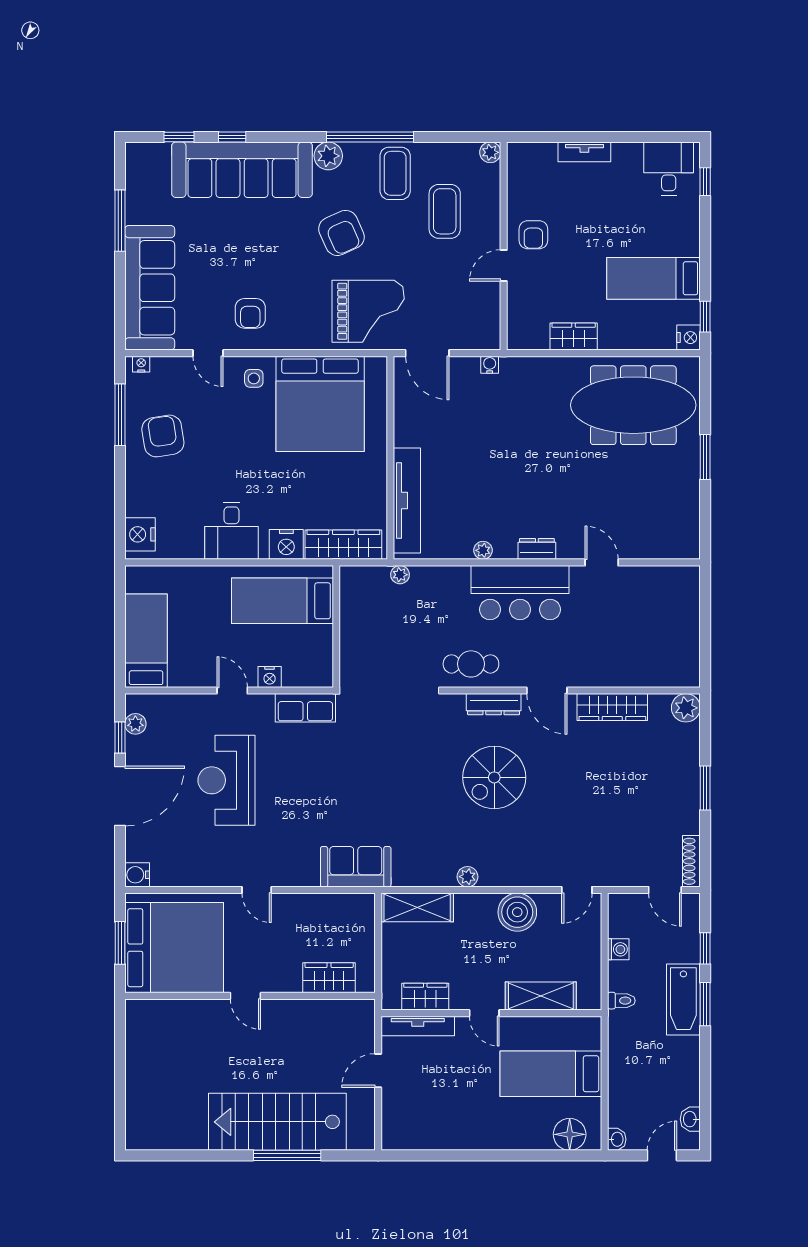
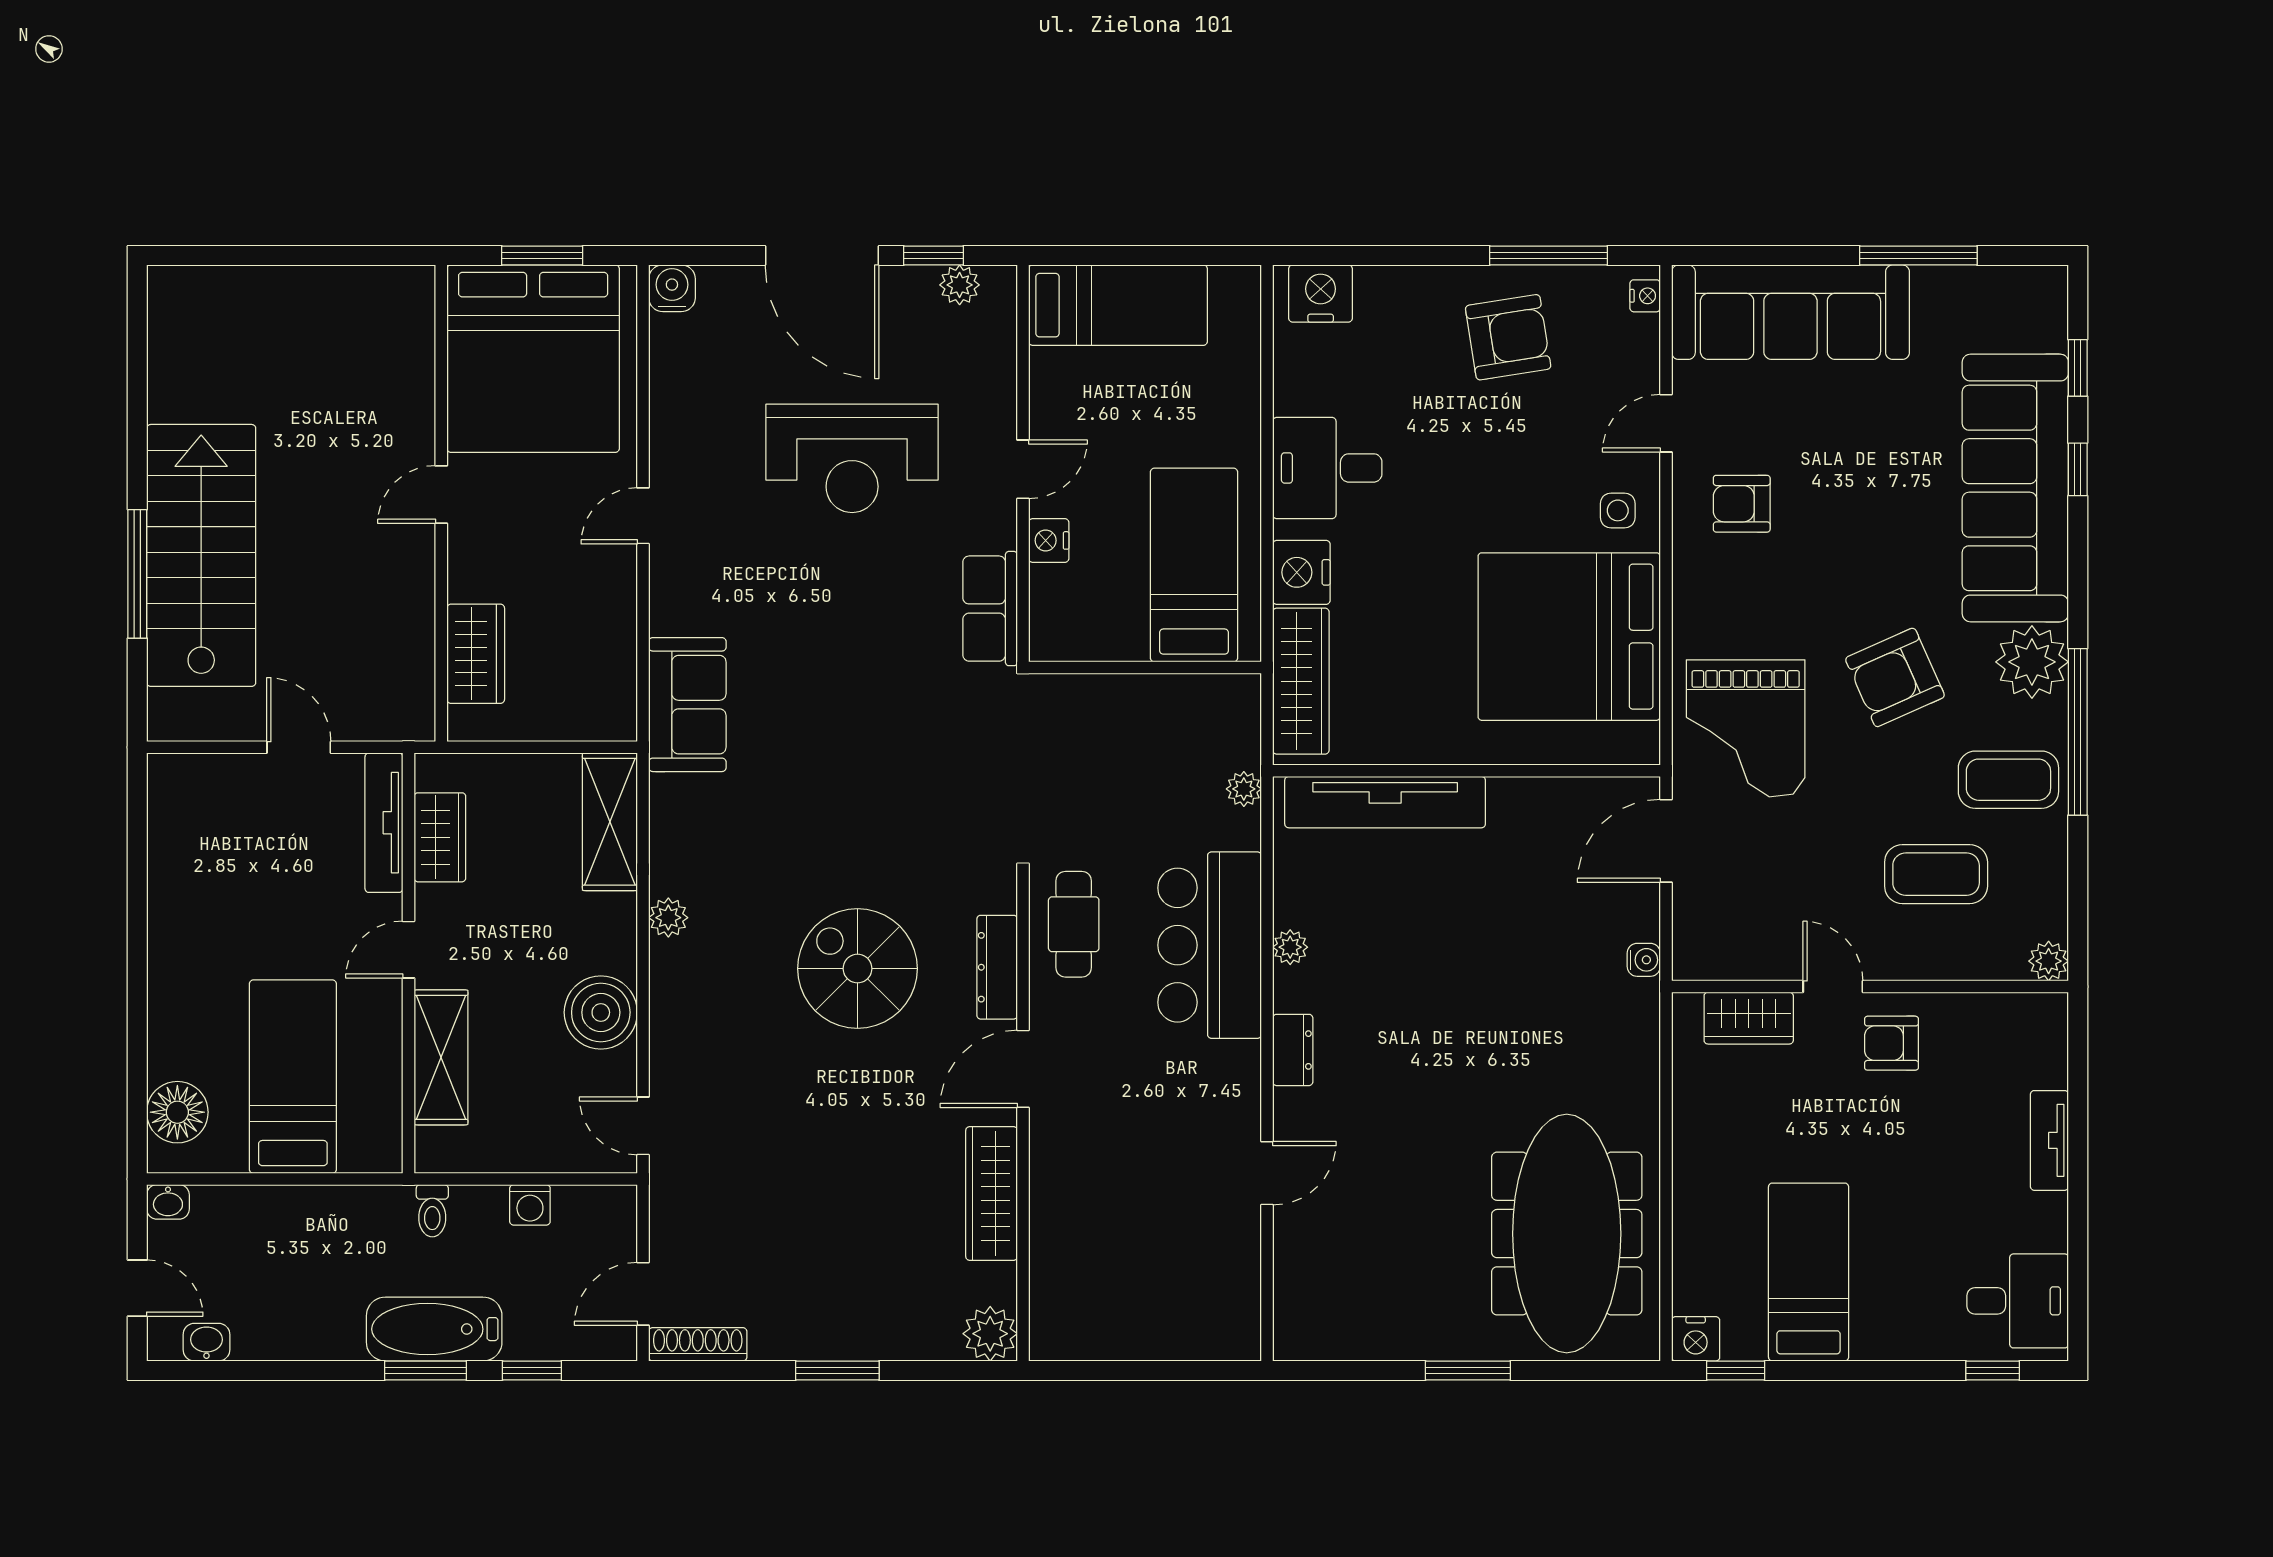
plant: (328, 156) -> (2032, 662), width x1.36, depth x1.36
wardrobe: (574, 337) -> (1749, 1018), moved, turned 90
bar counter: (520, 593) -> (1210, 945), moved
reception desk: (226, 780) -> (852, 458), turned 180

